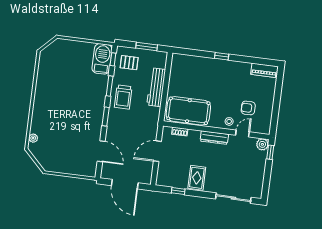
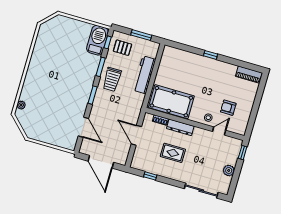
dresser: (214, 138) -> (180, 127), moved
plant: (262, 144) -> (229, 170), moved
door: (157, 151) -> (136, 135), hinge flipped
rug: (197, 178) -> (173, 153), moved, turned 90

